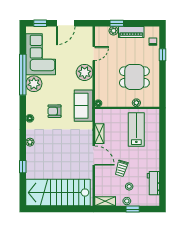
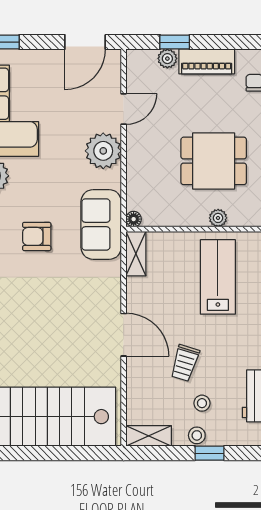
door: (66, 23) -> (85, 42), moved
shelving: (99, 134) -> (136, 254), moved

